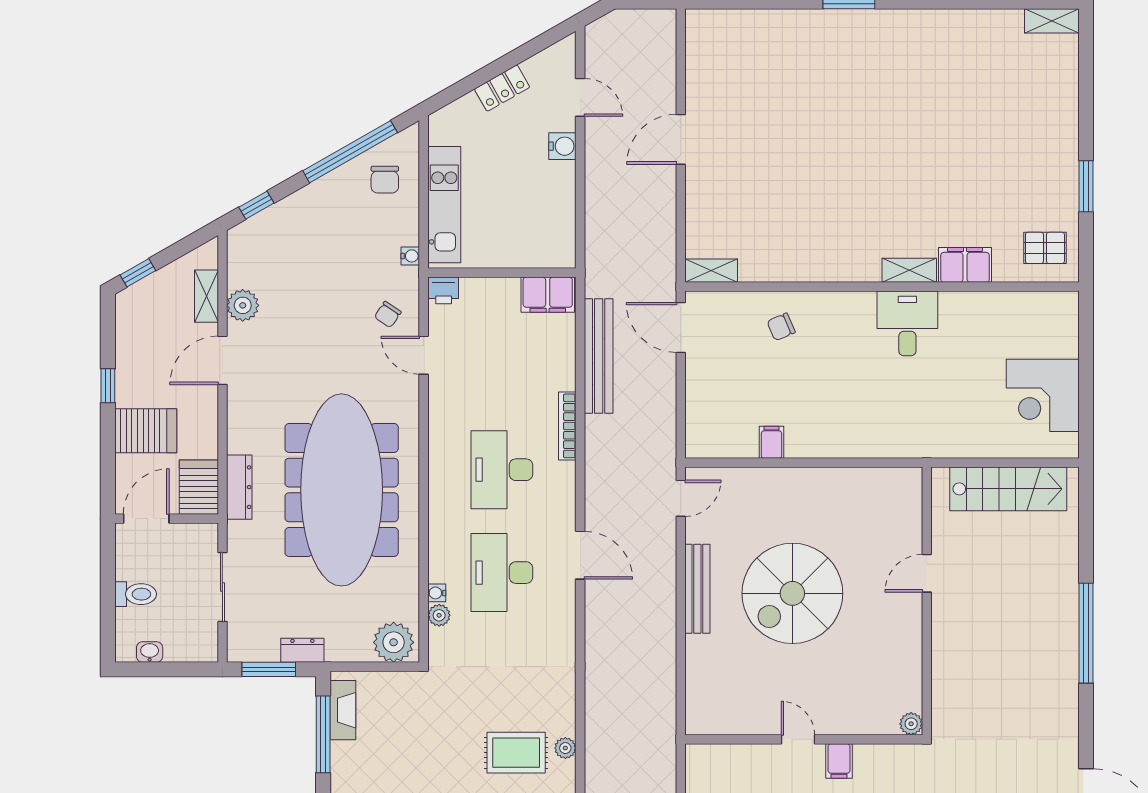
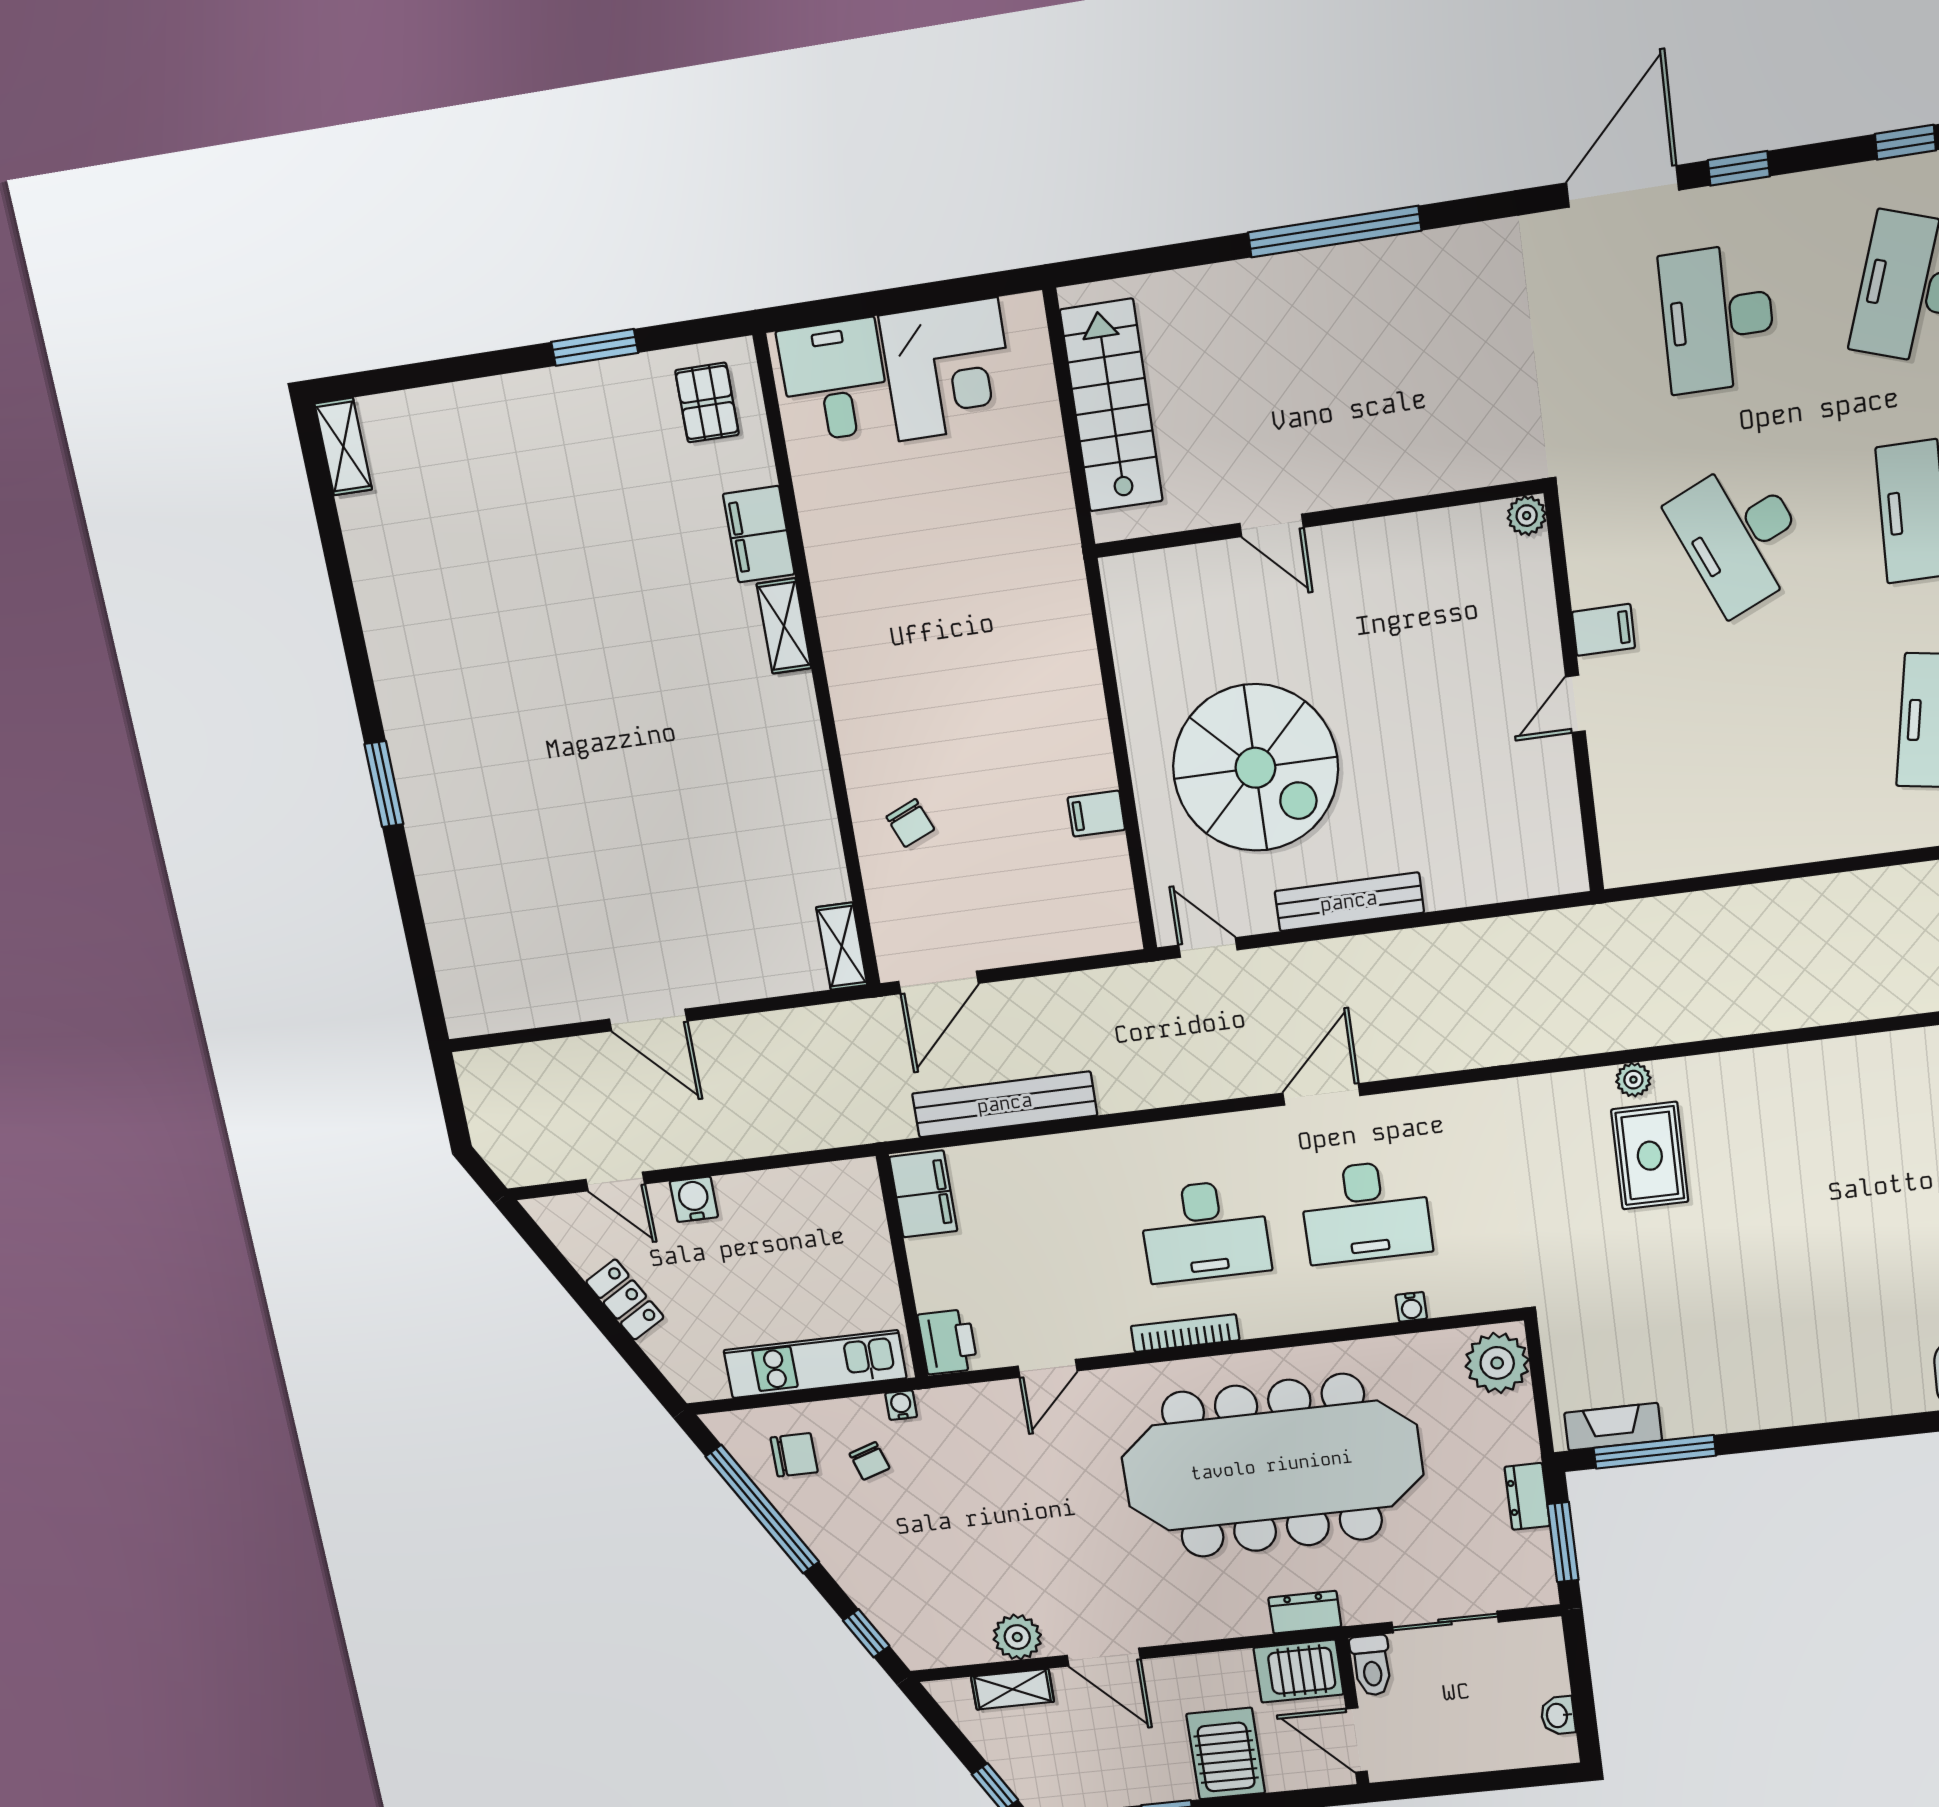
door: (580, 97) -> (615, 1182), swing flipped
printer: (444, 290) -> (948, 1342), width x1.36, depth x1.24
chair: (388, 315) -> (870, 1461), moved, turned 38
desk: (907, 323) -> (834, 380), moved, turned 90
bookcase: (567, 426) -> (1185, 1333), moved, turned 180
dresser: (239, 487) -> (1305, 1612), width x0.70
spiral stairs: (792, 593) -> (1255, 768), moved
toilet: (136, 594) -> (1372, 1665), moved, turned 180
plant: (439, 615) -> (1446, 1299), removed

